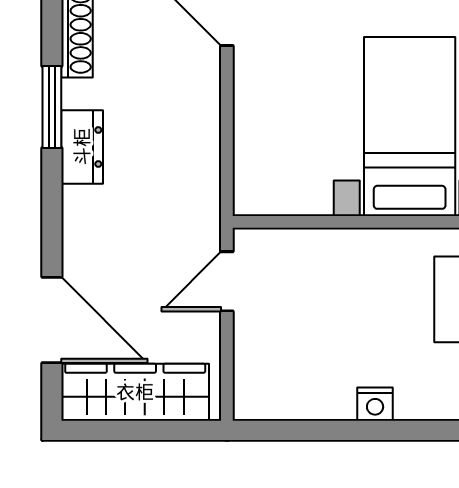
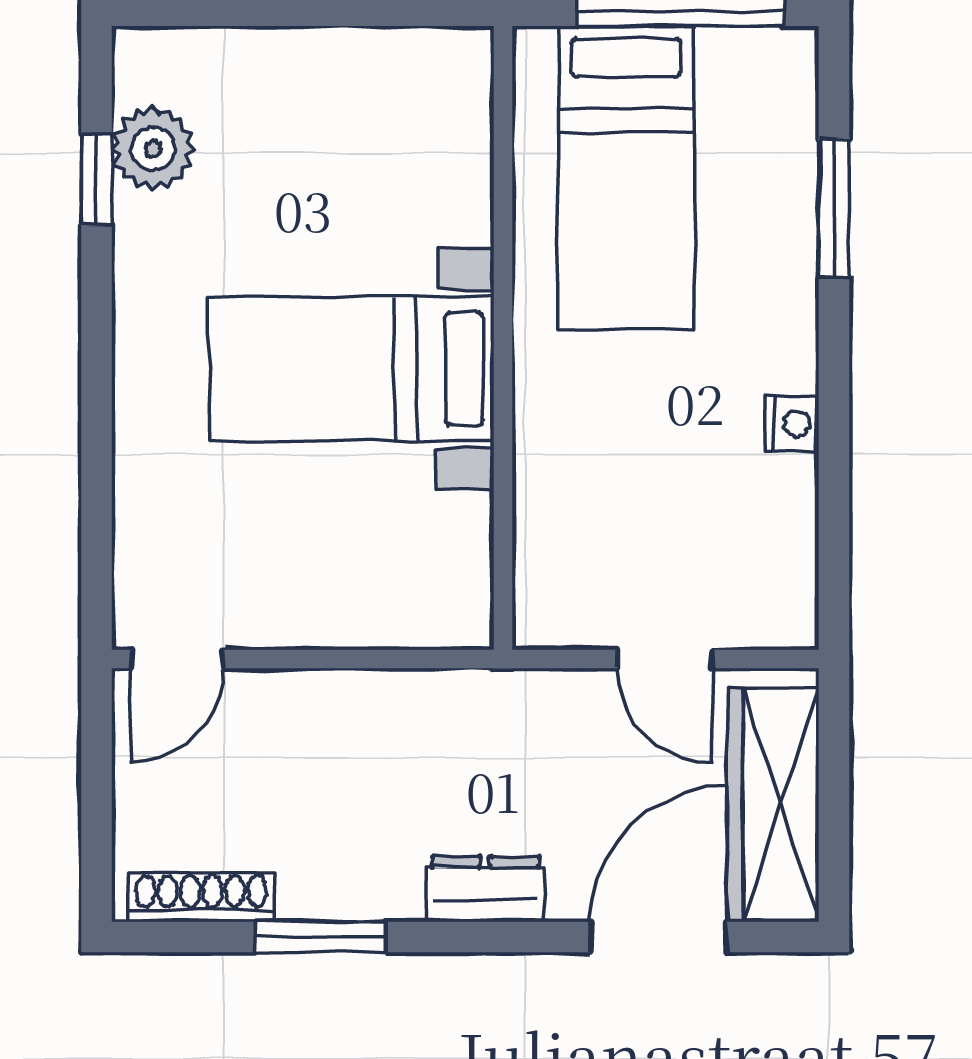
dresser: (82, 147) -> (485, 889), moved
door: (227, 281) -> (665, 659), moved

